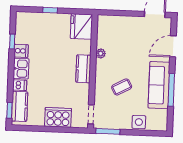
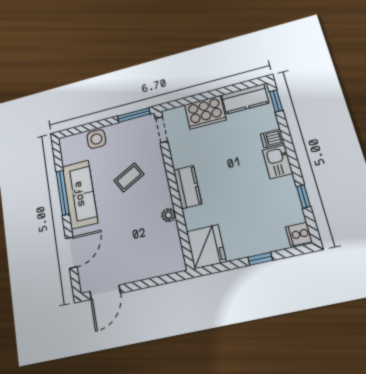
cooker: (21, 51) -> (299, 234), moved
kitchen counter: (20, 106) -> (245, 99), moved, turned -90

